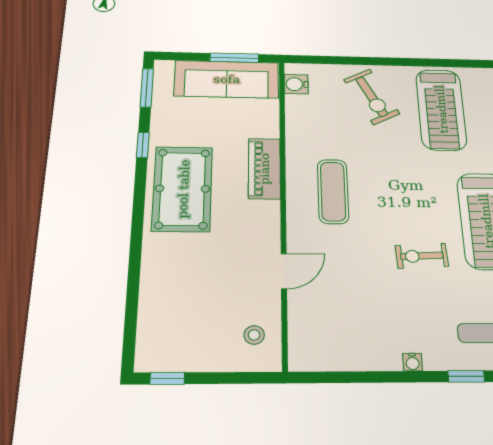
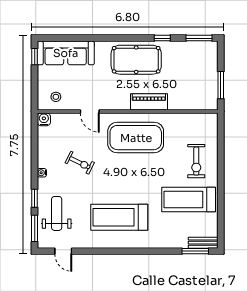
sofa: (227, 79) -> (66, 53), moved, turned -90
water cooler: (296, 84) -> (44, 119), moved
exercise bike: (372, 97) -> (196, 161), turned -63
exercise mat: (333, 191) -> (136, 138), width x2.00, depth x1.45
exercise bike: (422, 256) -> (80, 163), moved, turned 119

